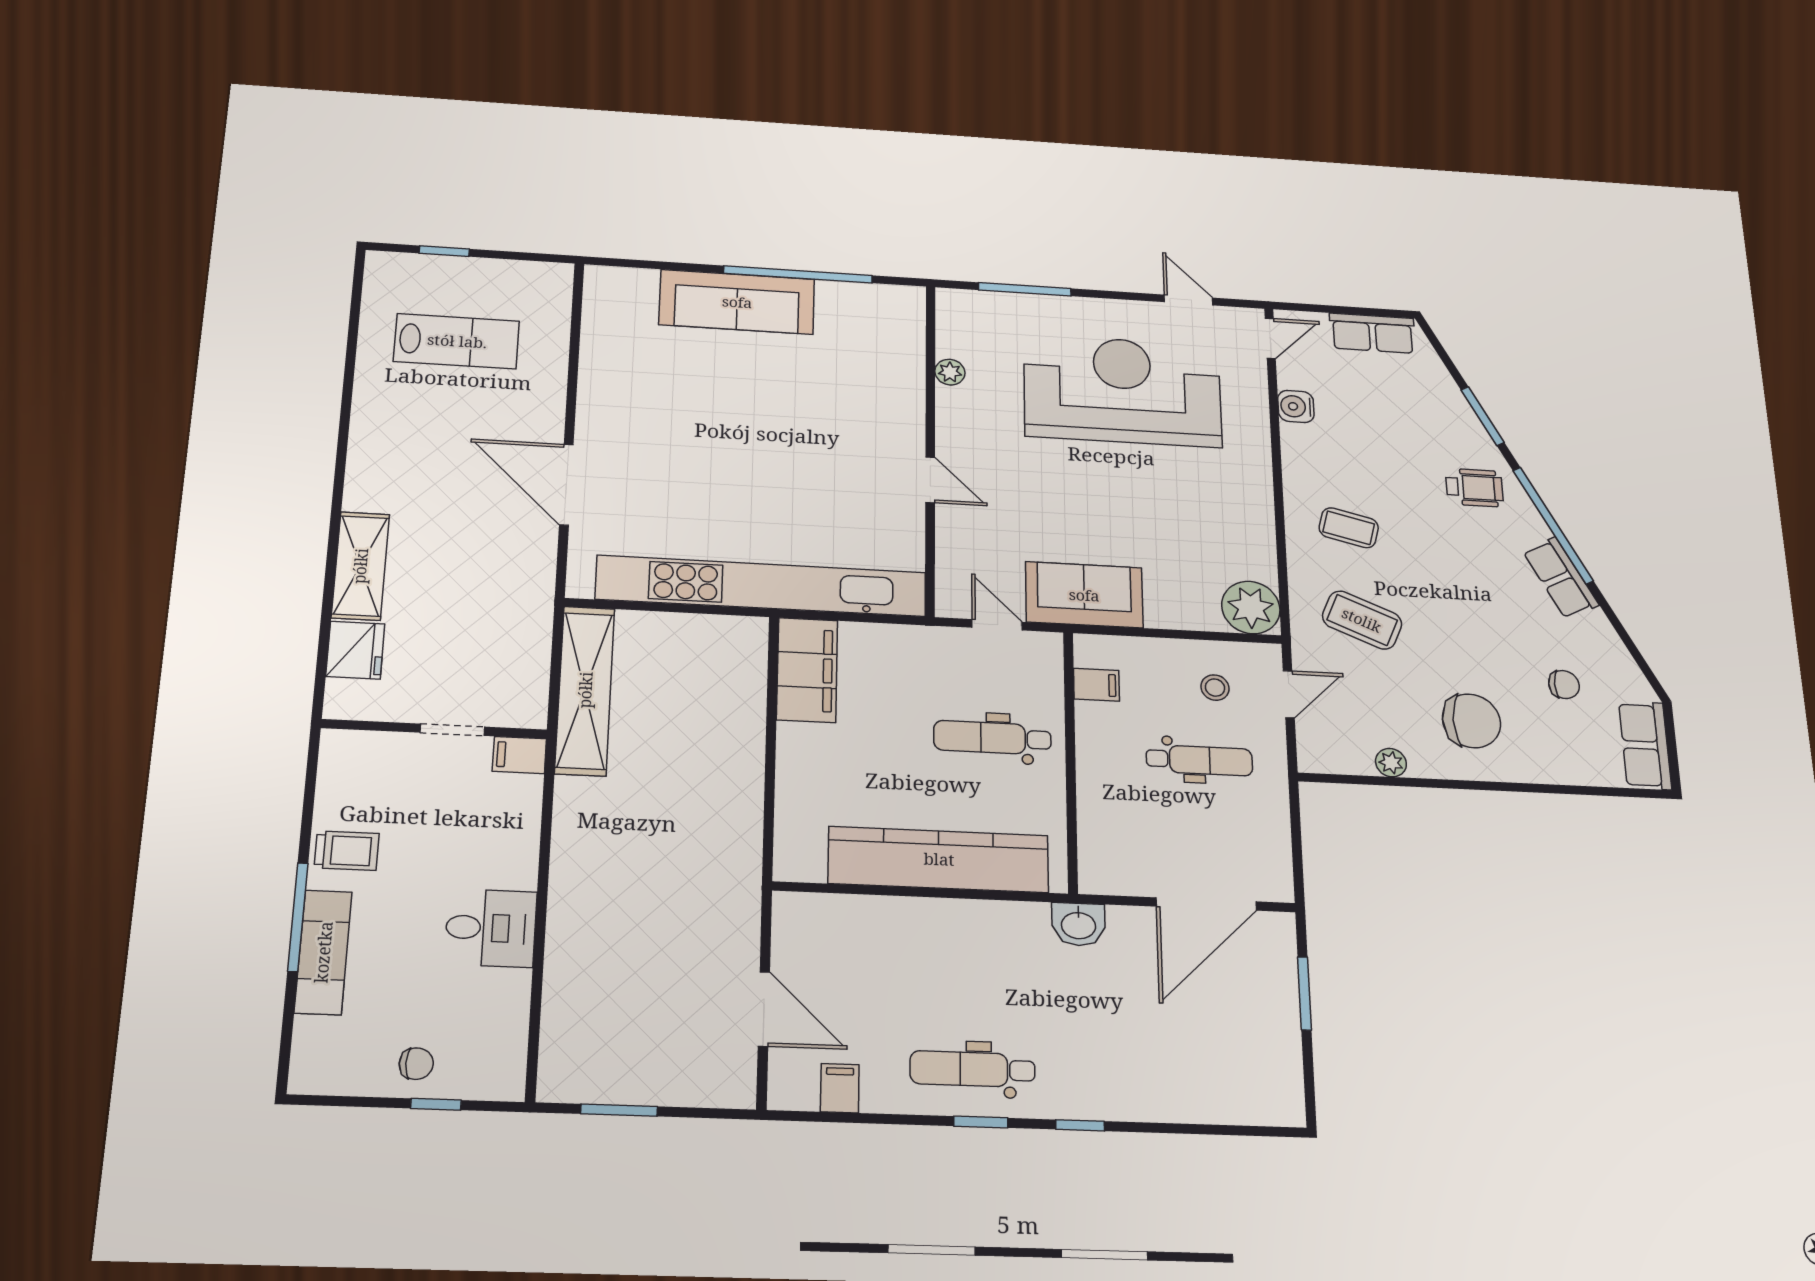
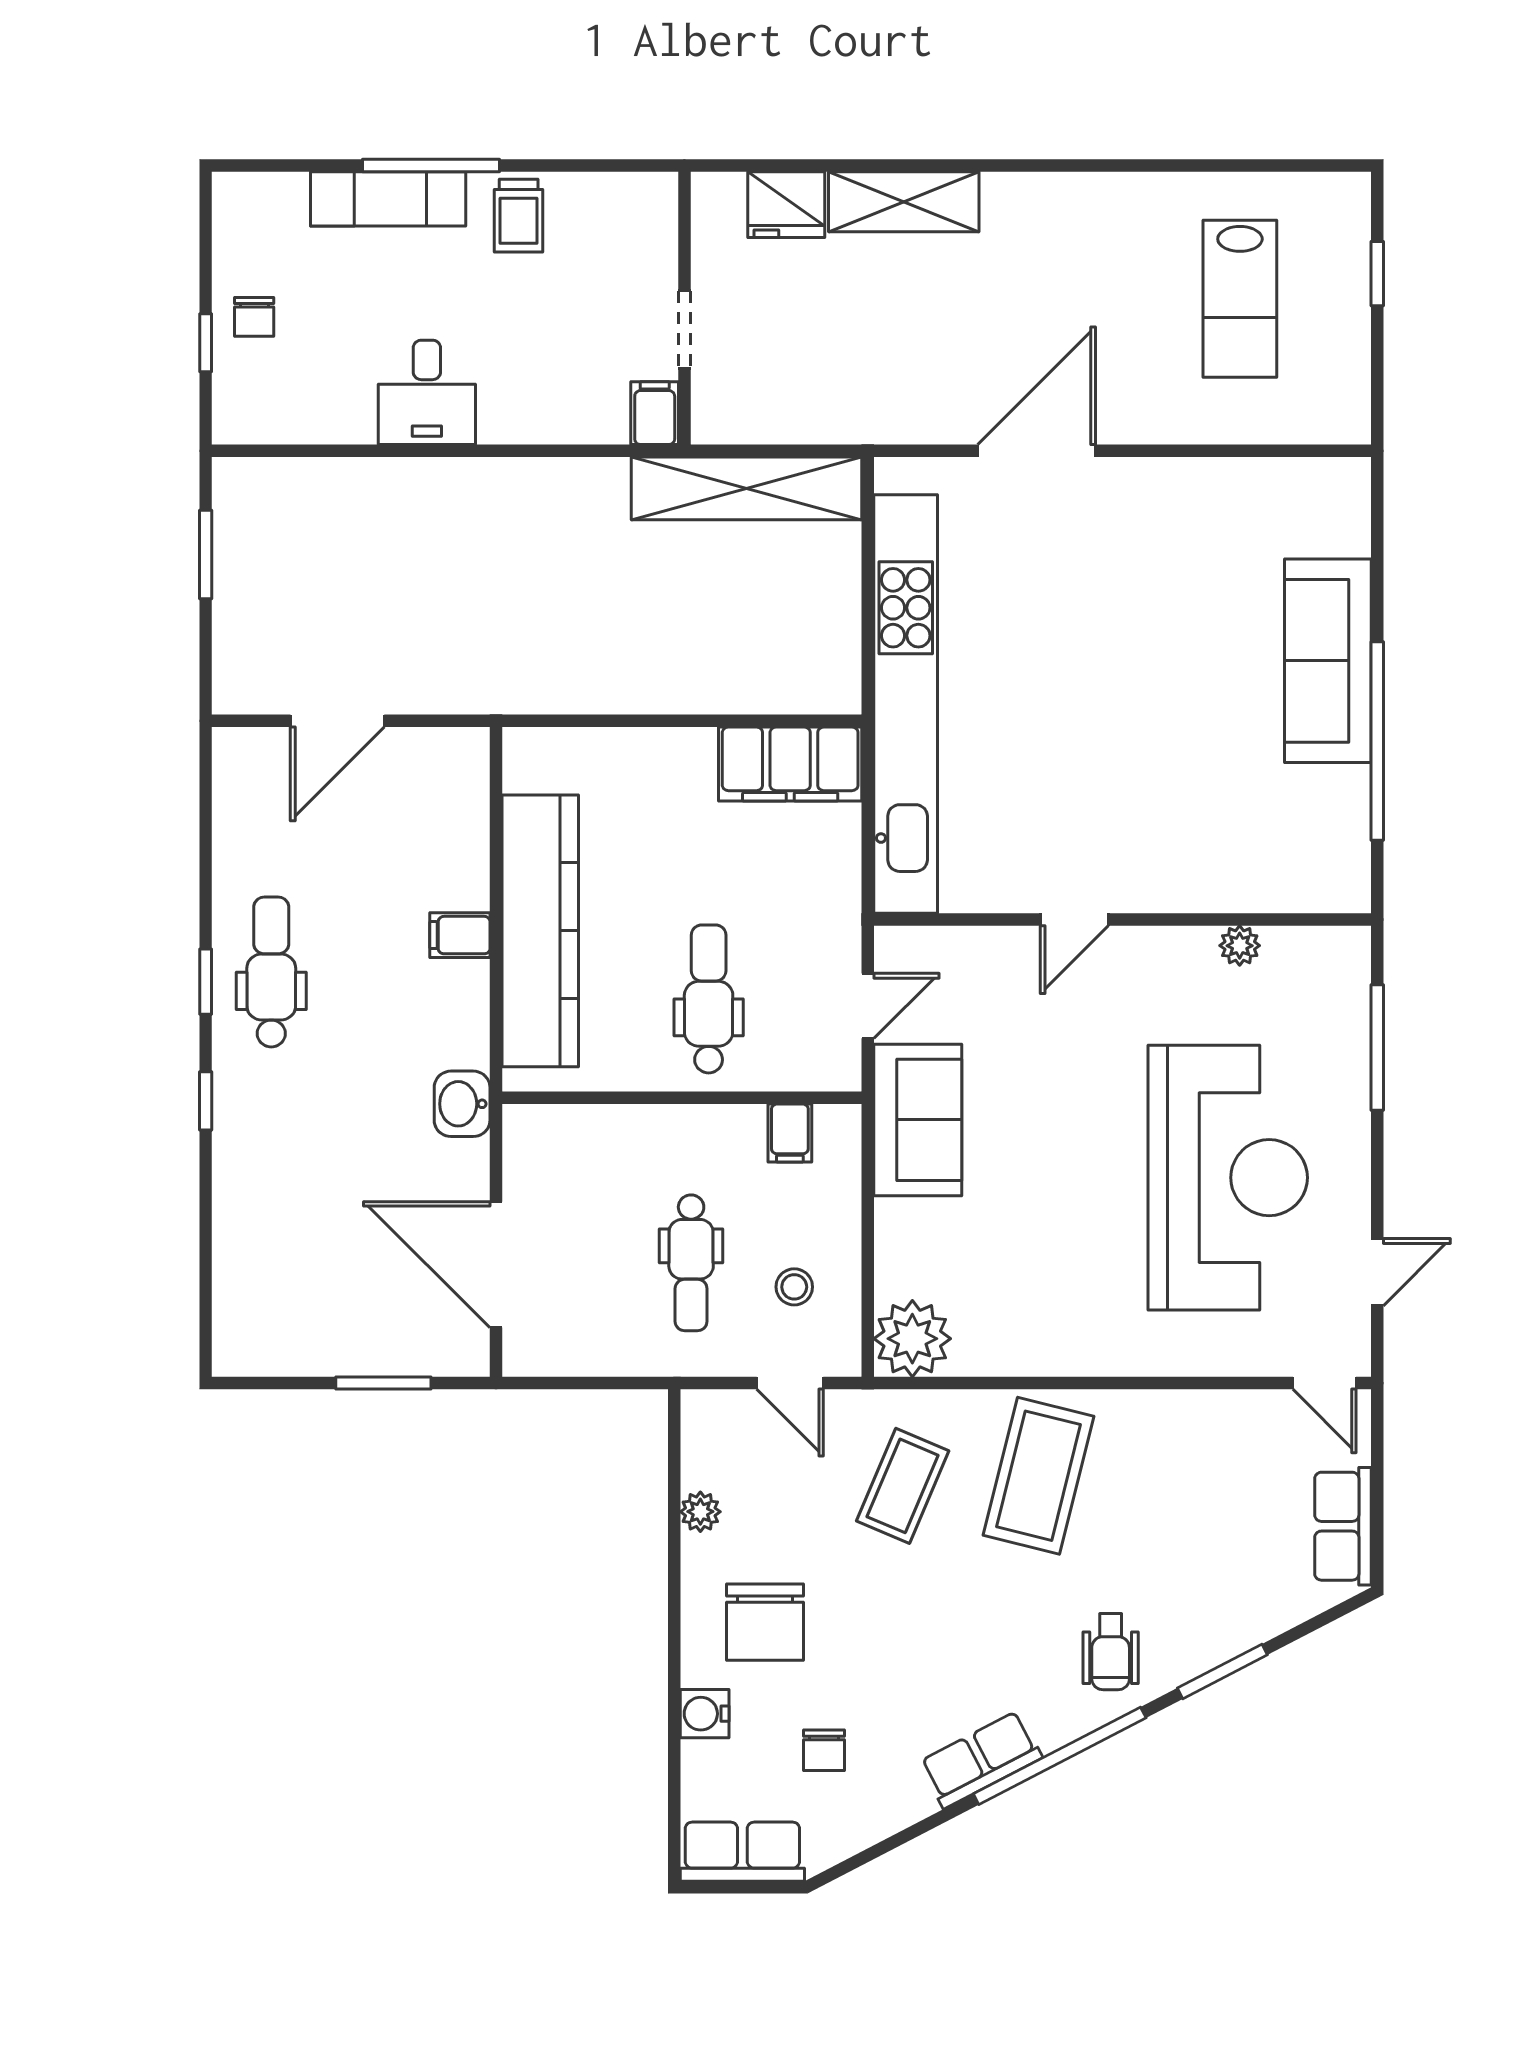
water cooler: (1296, 406) -> (705, 1714), moved, turned -90
coffee table: (1349, 528) -> (1038, 1476), width x1.86, depth x1.72
filing cabinet: (840, 1088) -> (460, 935), moved, turned 180

